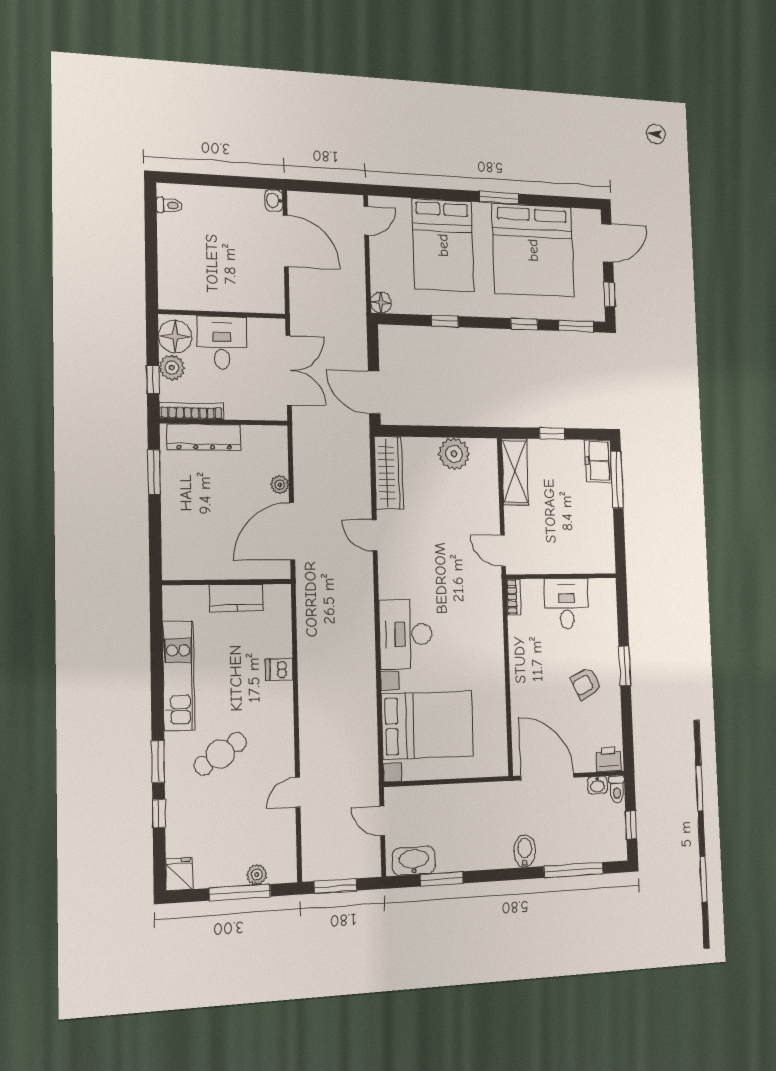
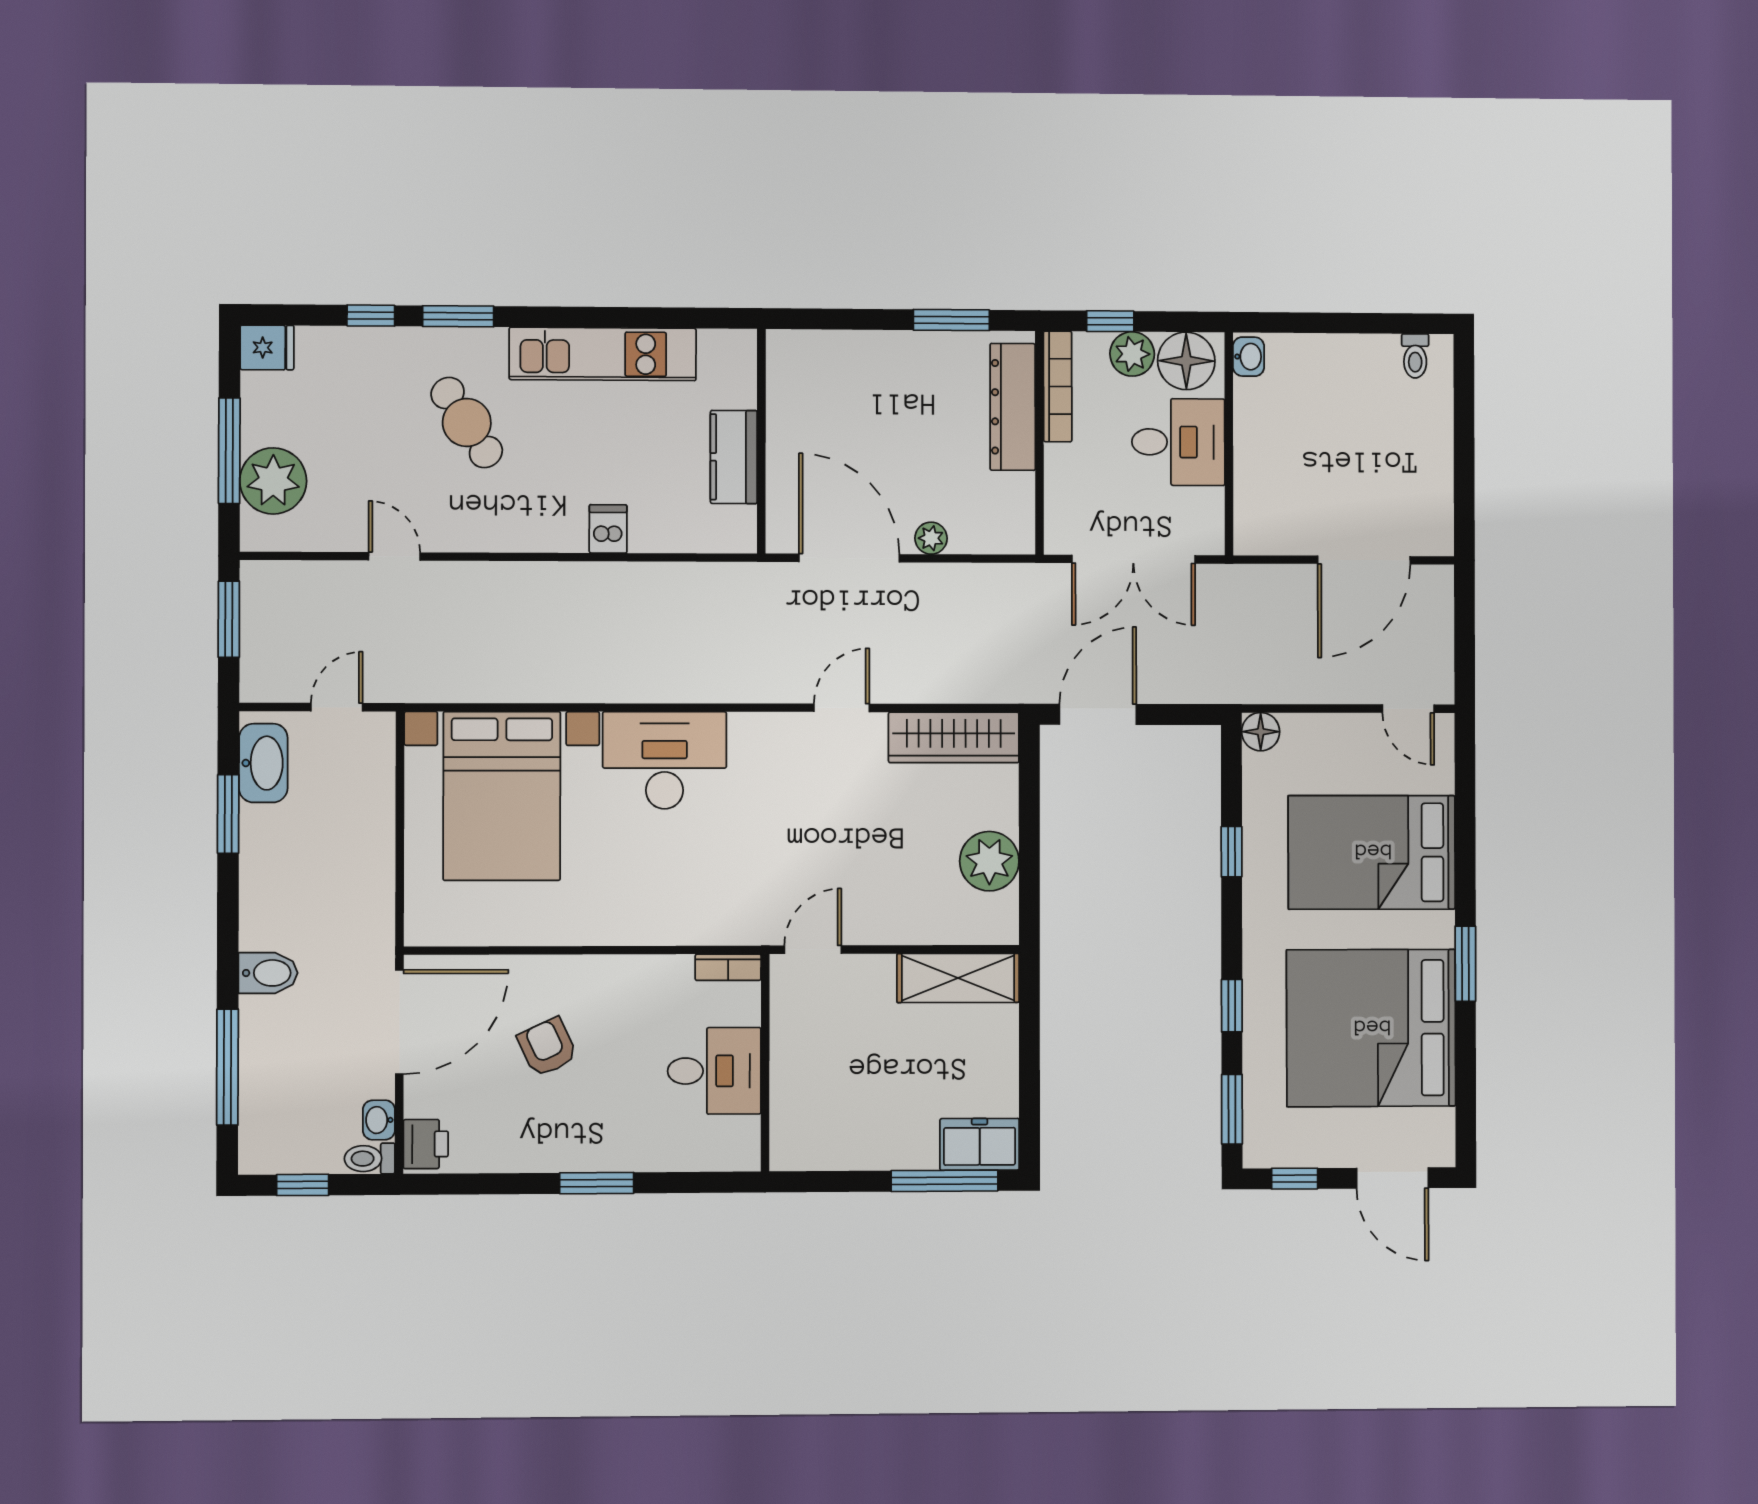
washbasin: (274, 200) -> (1249, 357), moved, turned 90
window: (552, 434) -> (1029, 1054), removed
armchair: (586, 684) -> (547, 1047), moved
plant: (257, 874) -> (273, 481), width x1.87, depth x1.87

